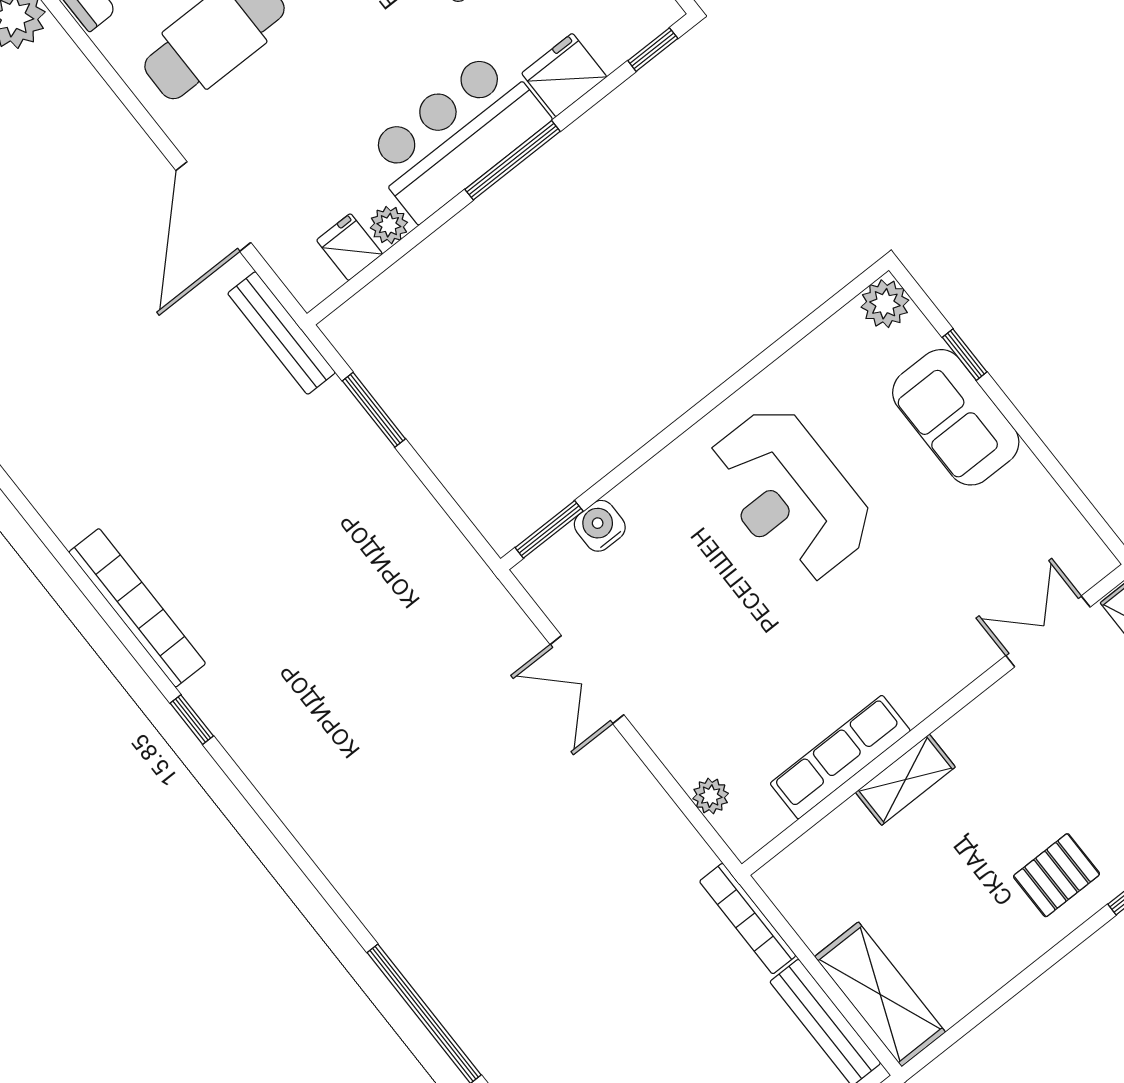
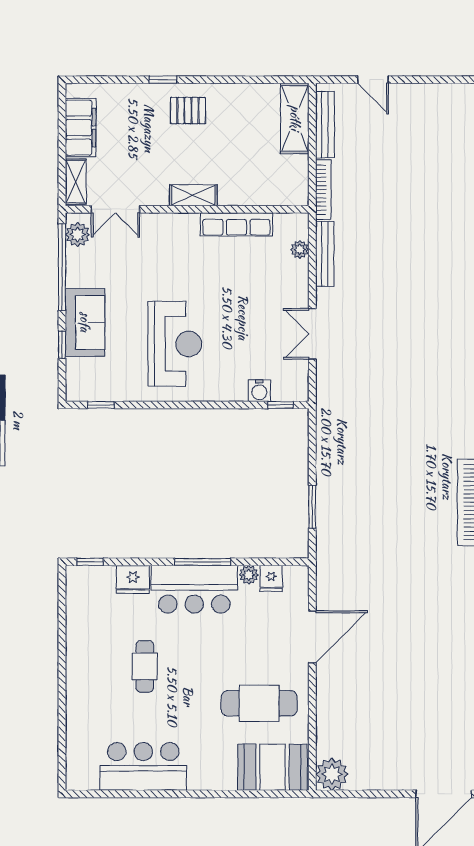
window: (513, 160) -> (202, 562), moved
plant: (885, 304) -> (78, 235), moved
window: (829, 308) -> (101, 405), added
bench: (281, 333) -> (325, 254), moved
window: (1060, 475) -> (62, 267), added
window: (549, 529) -> (280, 405), width x0.67
double door: (587, 680) -> (312, 334), swing flipped
shelving: (905, 780) -> (193, 195), moved

